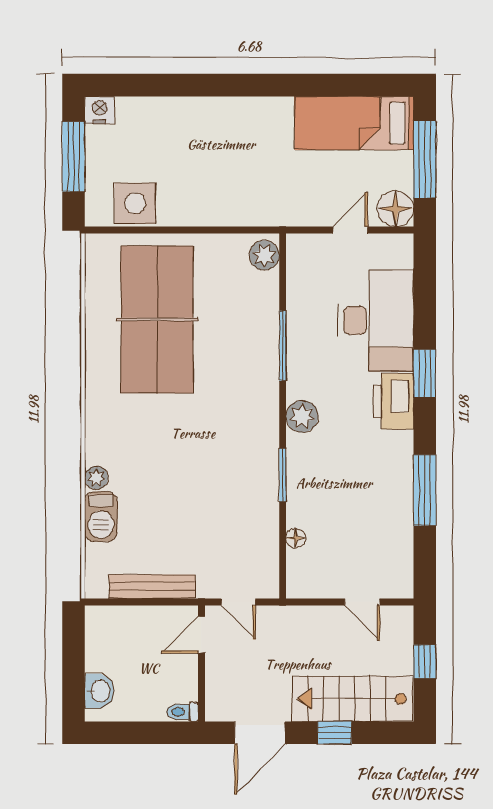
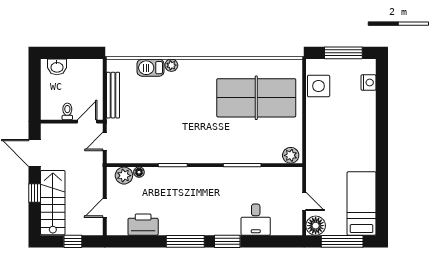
nightstand: (100, 110) -> (369, 82), moved
desk: (375, 320) -> (256, 220), width x0.53, depth x0.77
printer: (393, 401) -> (143, 225), moved
plant: (302, 416) -> (124, 176), moved
window: (425, 490) -> (185, 241), moved
door: (202, 635) -> (87, 122), hinge flipped
toilet: (182, 712) -> (67, 111), moved

